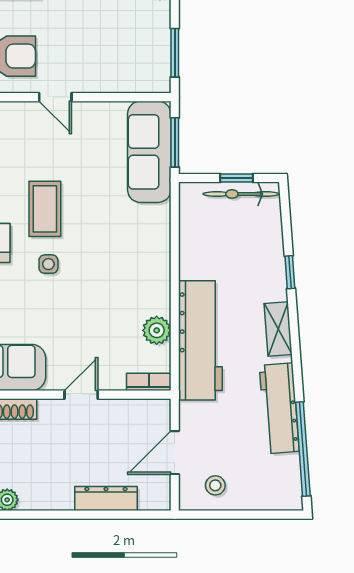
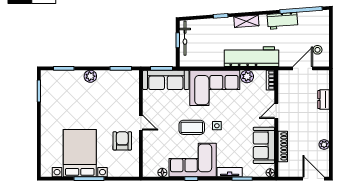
door: (55, 97) -> (141, 123), hinge flipped
corner sofa: (132, 259) -> (215, 88), added
door: (81, 395) -> (276, 111), hinge flipped
workbench: (279, 408) -> (282, 21), width x0.73
door: (175, 453) -> (303, 68), swing flipped
dresser: (106, 499) -> (323, 100), width x0.70

